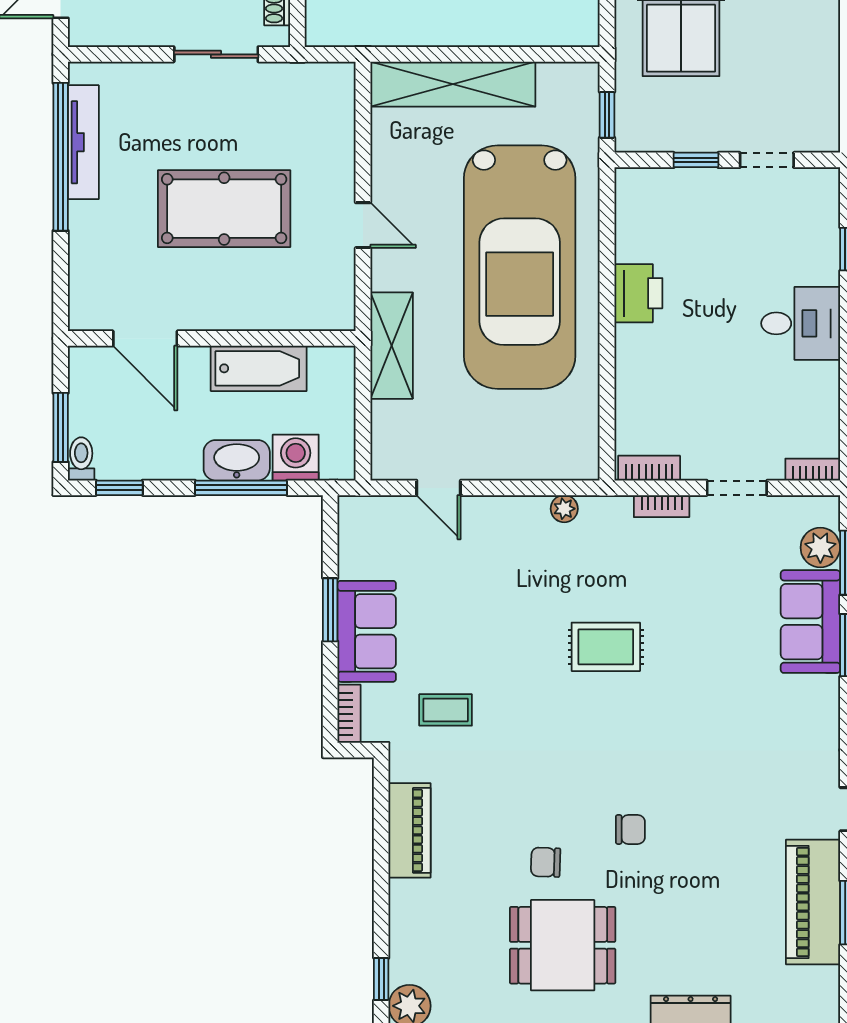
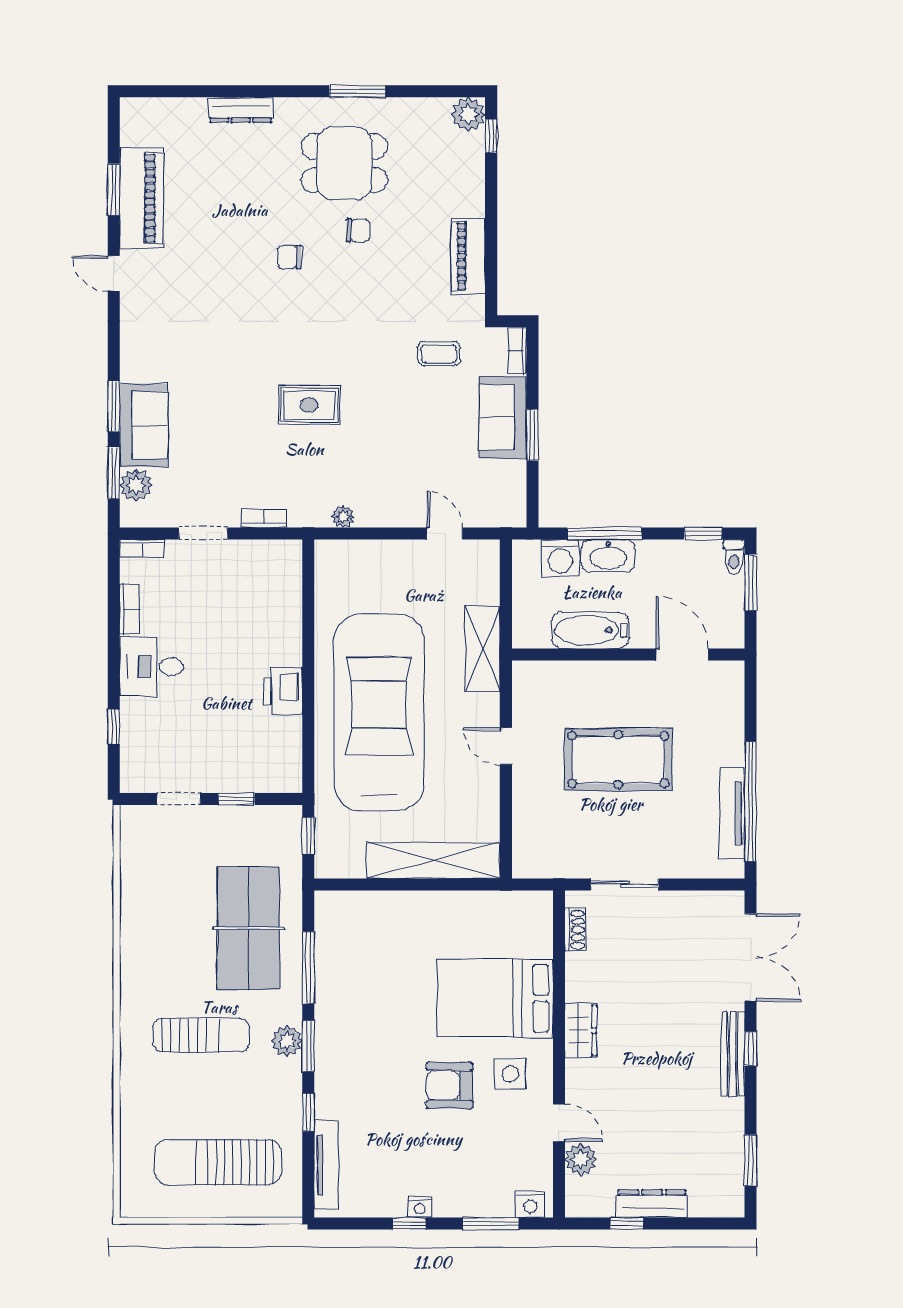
bookcase: (649, 468) -> (130, 610), moved, turned -90

